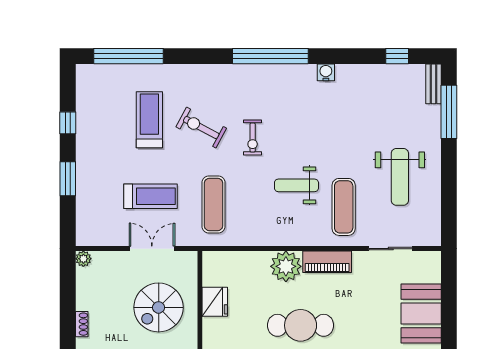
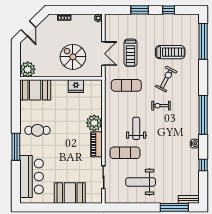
window: (397, 56) -> (203, 165), moved
cafe table: (301, 325) -> (64, 130), removed

